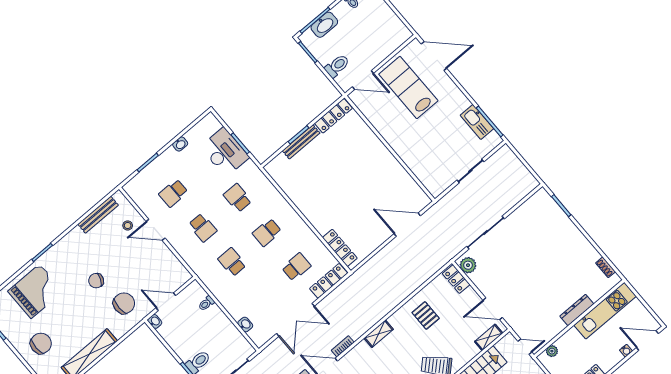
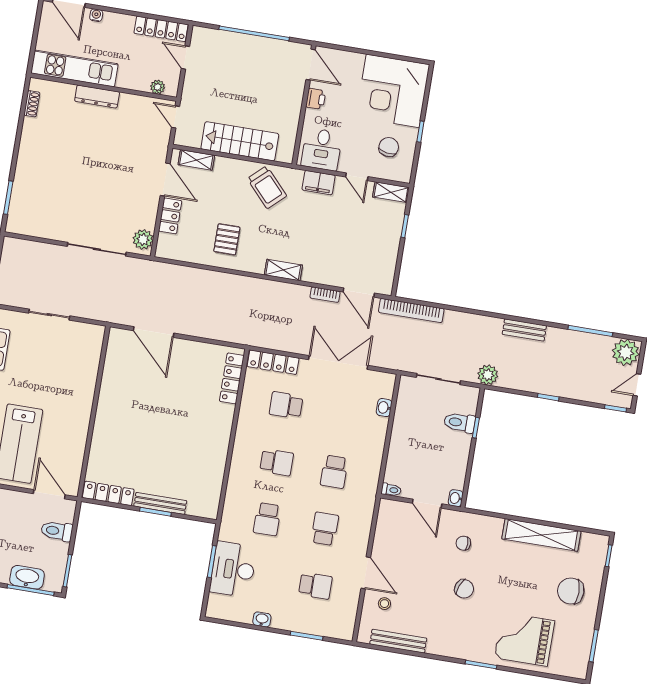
locker: (456, 279) -> (170, 216), moved
chair: (124, 303) -> (463, 543), width x0.54, depth x0.54
toilet: (206, 303) -> (391, 490), moved

